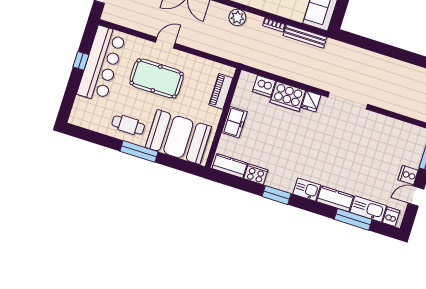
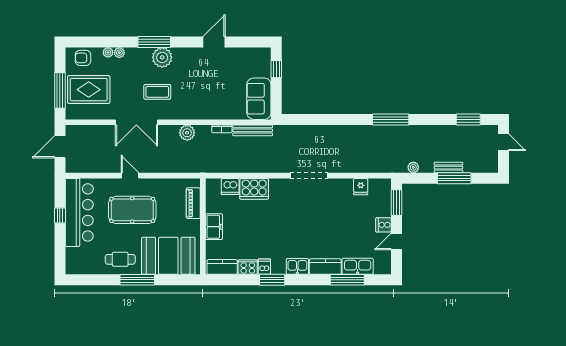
door: (165, 43) -> (130, 176), hinge flipped
fridge: (311, 101) -> (361, 187), moved
dishwasher: (391, 217) -> (264, 267), moved

